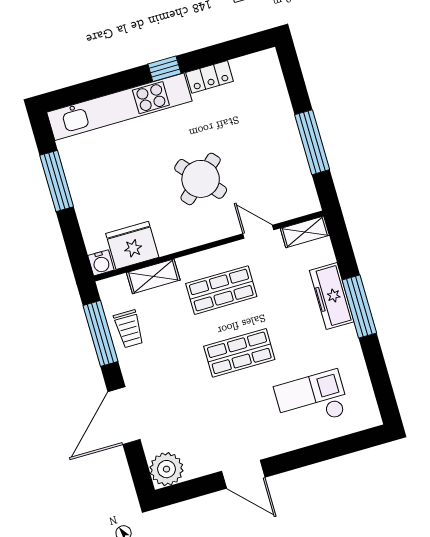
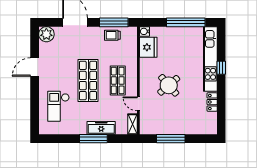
window: (164, 69) -> (221, 68), moved
window: (57, 181) -> (186, 22), width x1.46
door: (258, 232) -> (138, 104), swing flipped
shelving: (153, 276) -> (132, 53), removed
shop shelf: (239, 353) -> (88, 80), width x1.43, depth x1.36
checkout: (312, 400) -> (58, 106), turned 180

